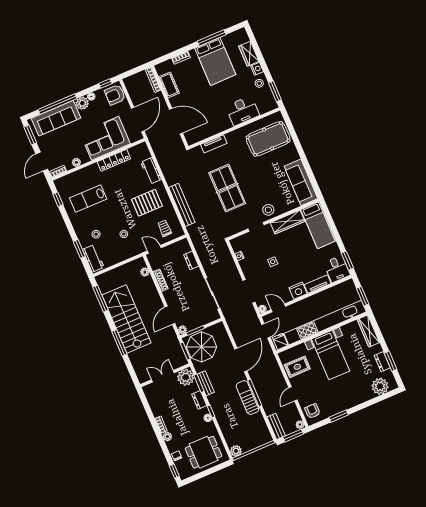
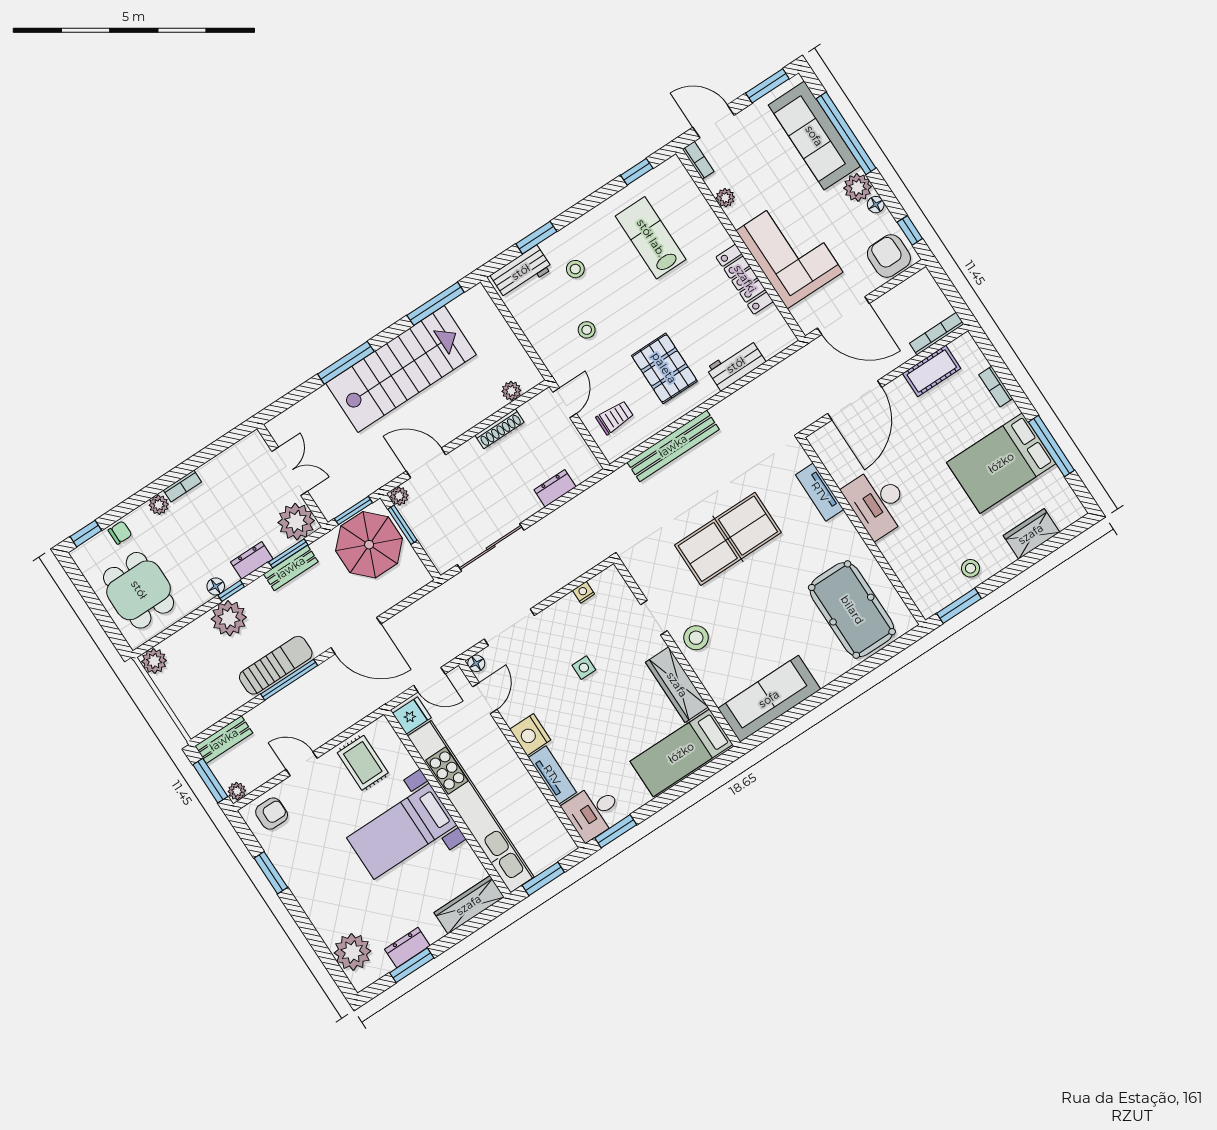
nightstand: (257, 69) -> (1001, 558), removed
desk: (242, 111) -> (877, 502), moved
plant: (223, 415) -> (229, 618), added

